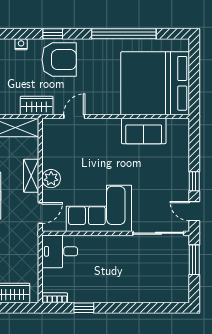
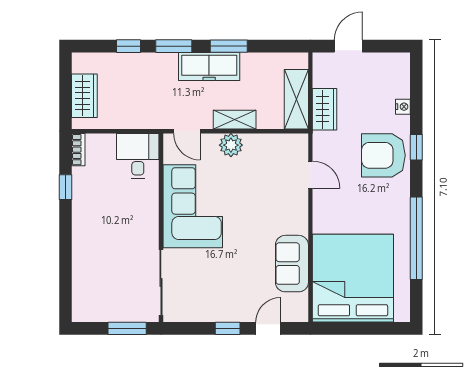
armchair: (59, 60) -> (383, 155), turned 90
wardrobe: (37, 105) -> (325, 109), moved
door: (194, 211) -> (268, 328), moved

